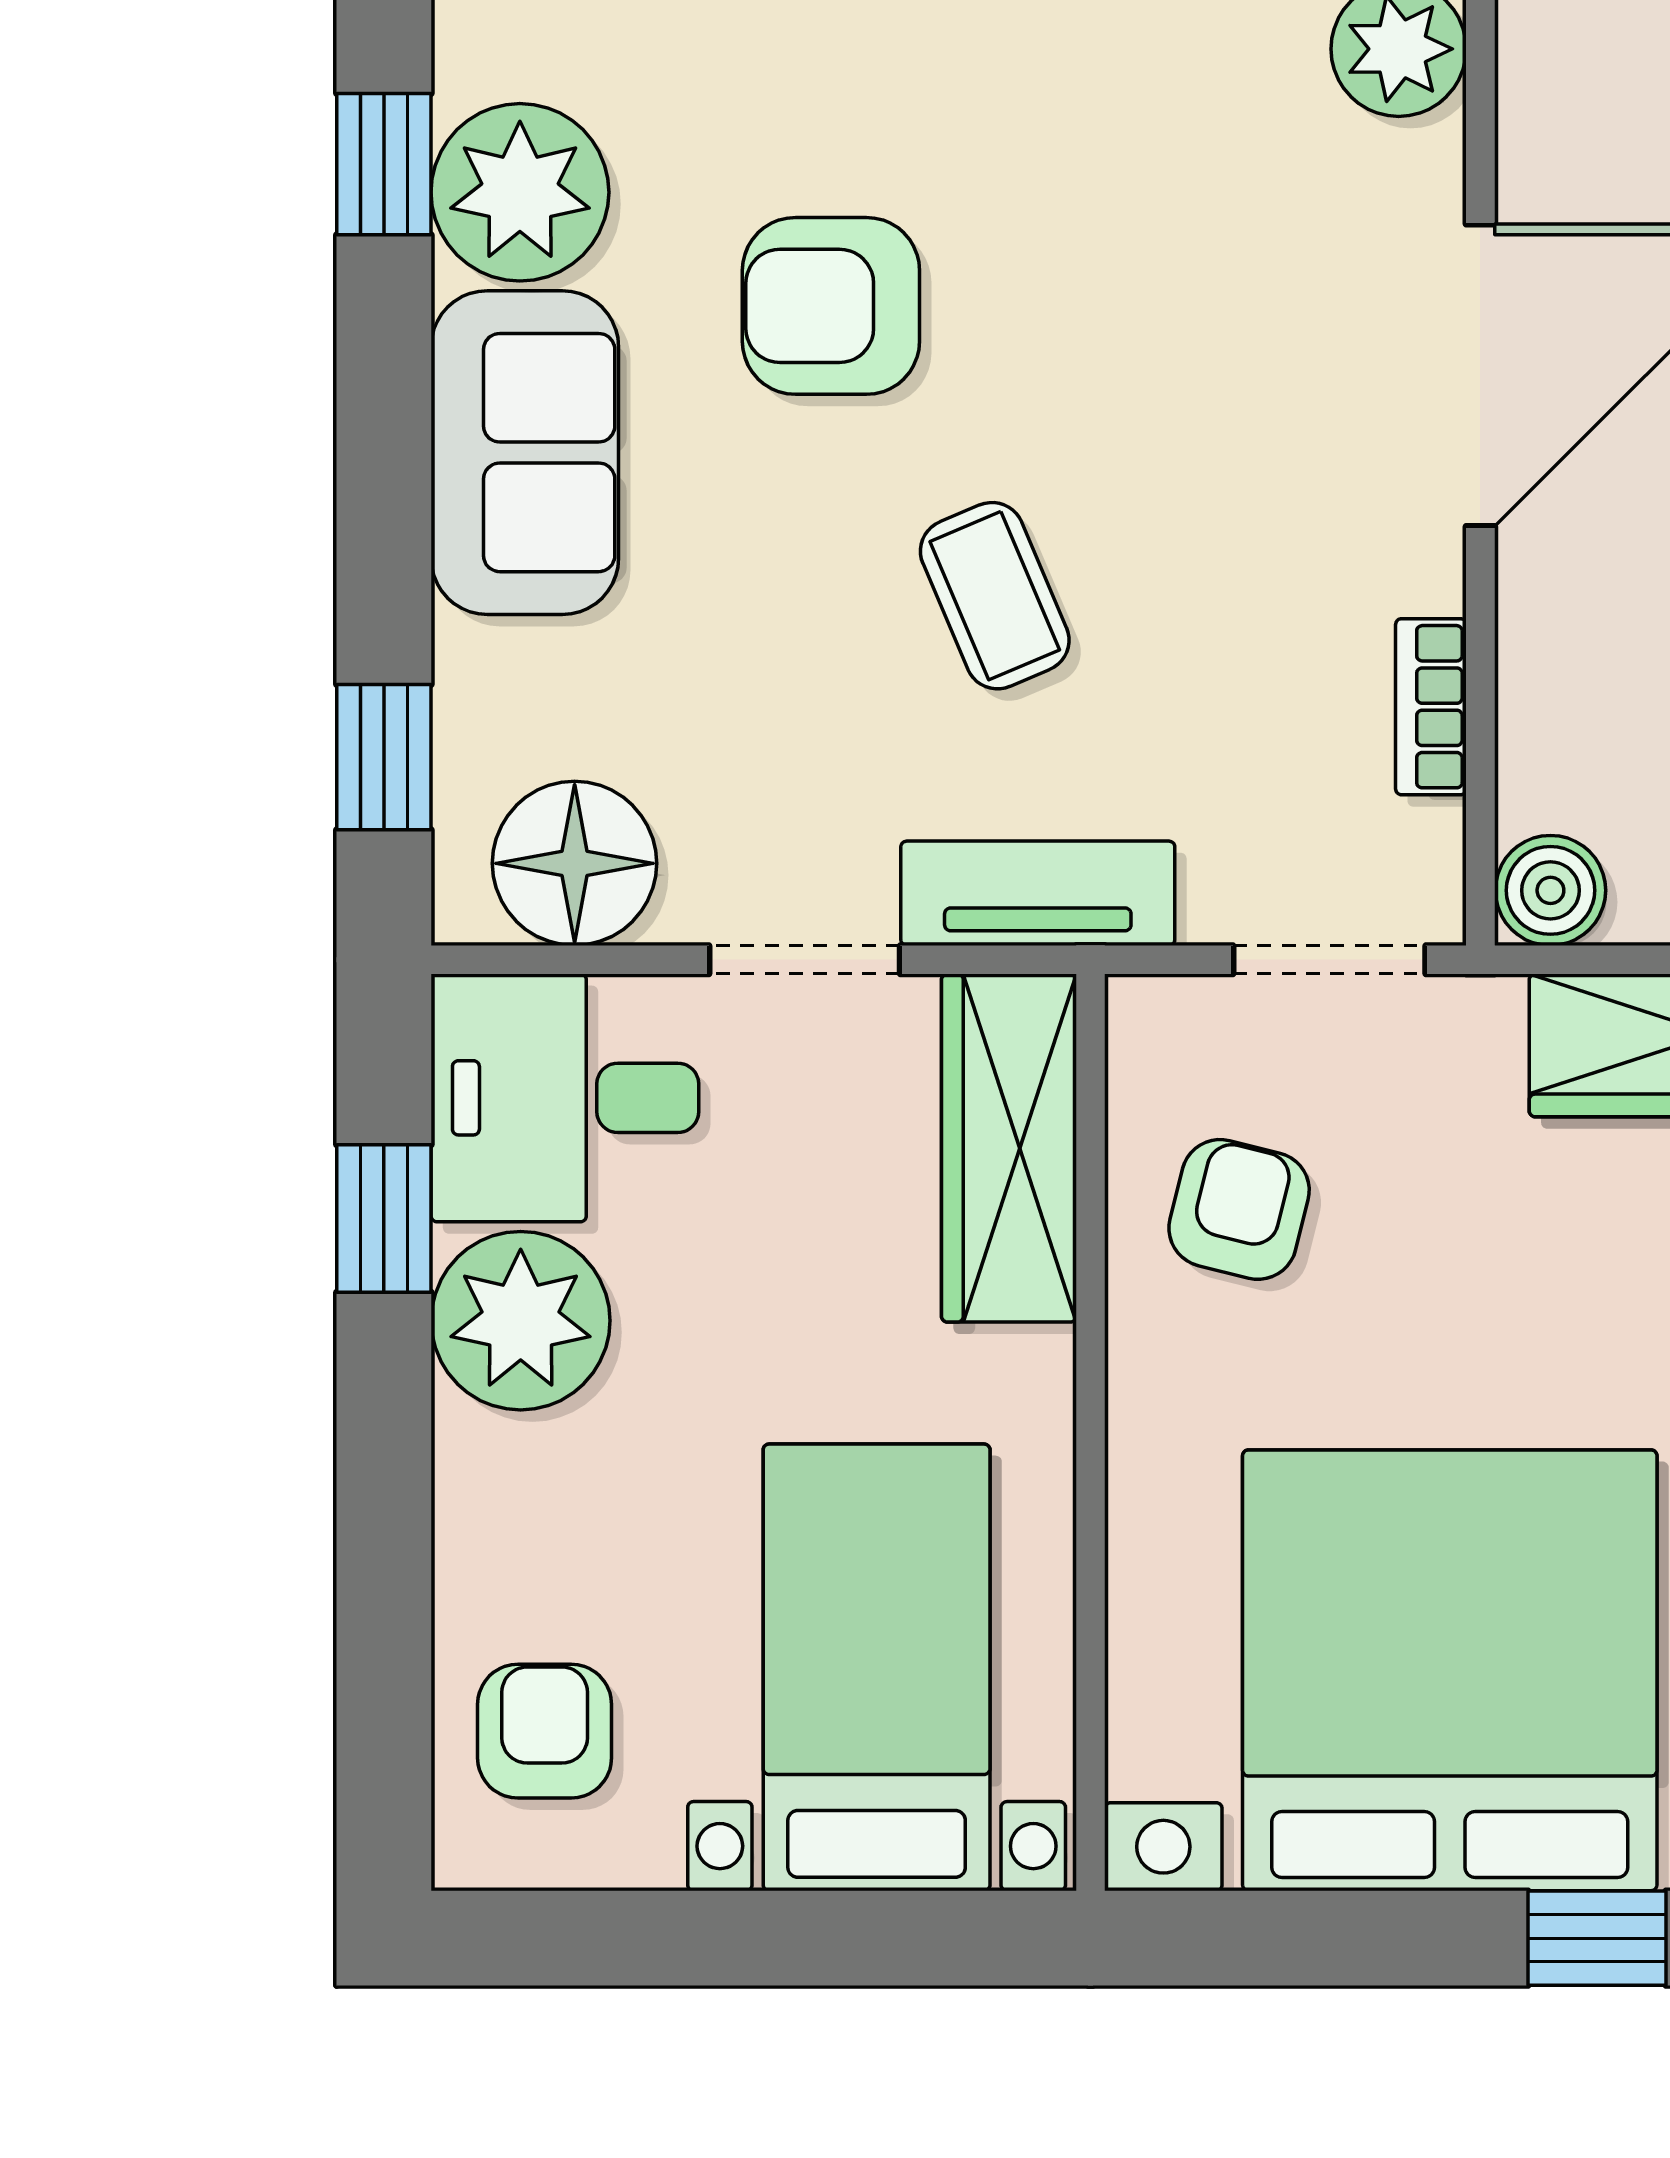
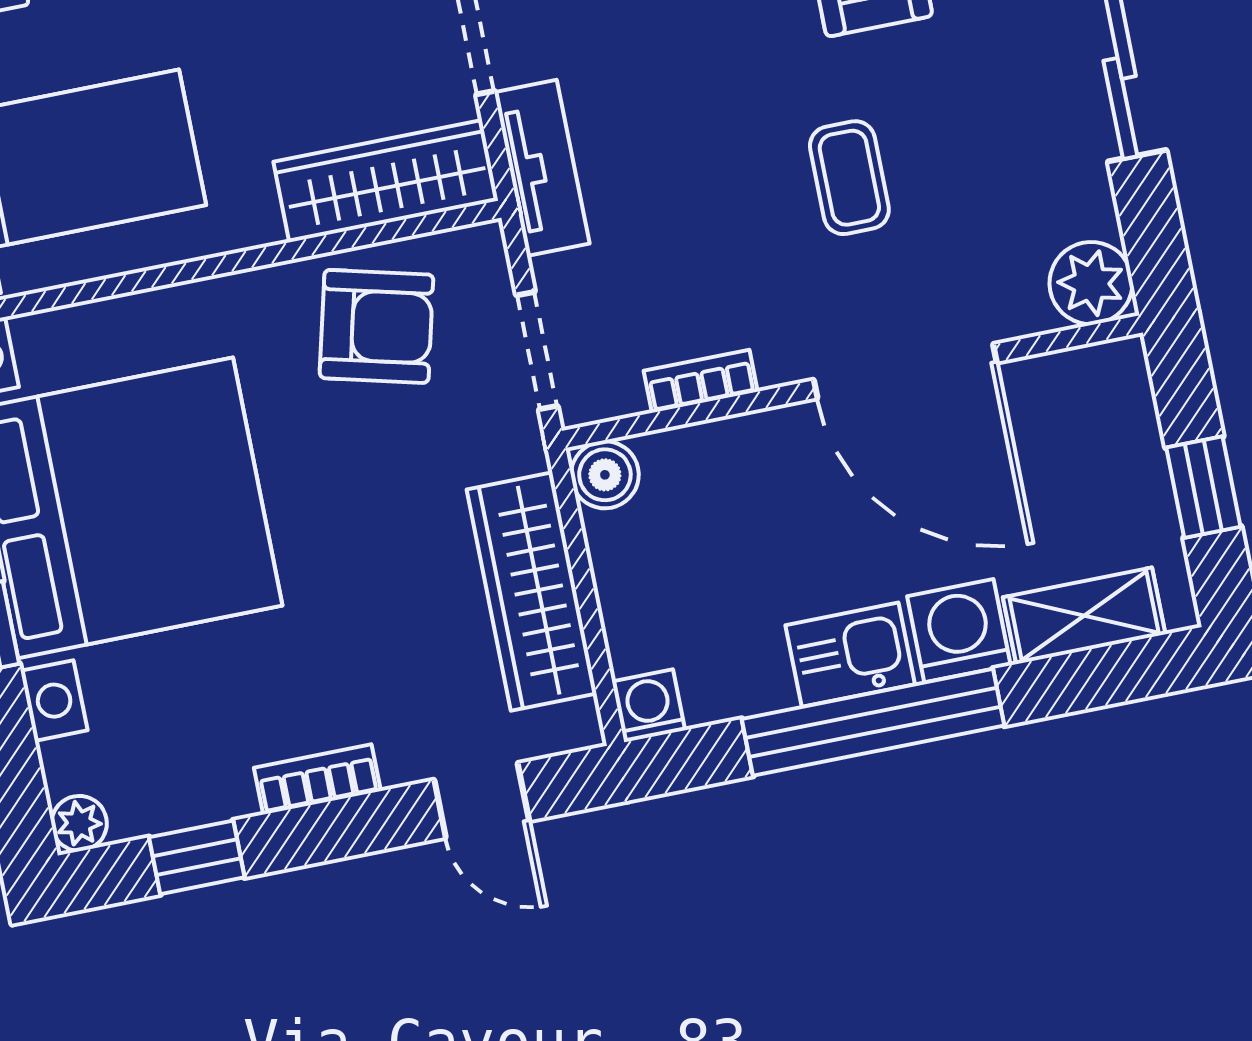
coffee table: (995, 596) -> (849, 178), moved, turned -67
armchair: (1239, 1209) -> (376, 326), width x1.38, depth x1.38

